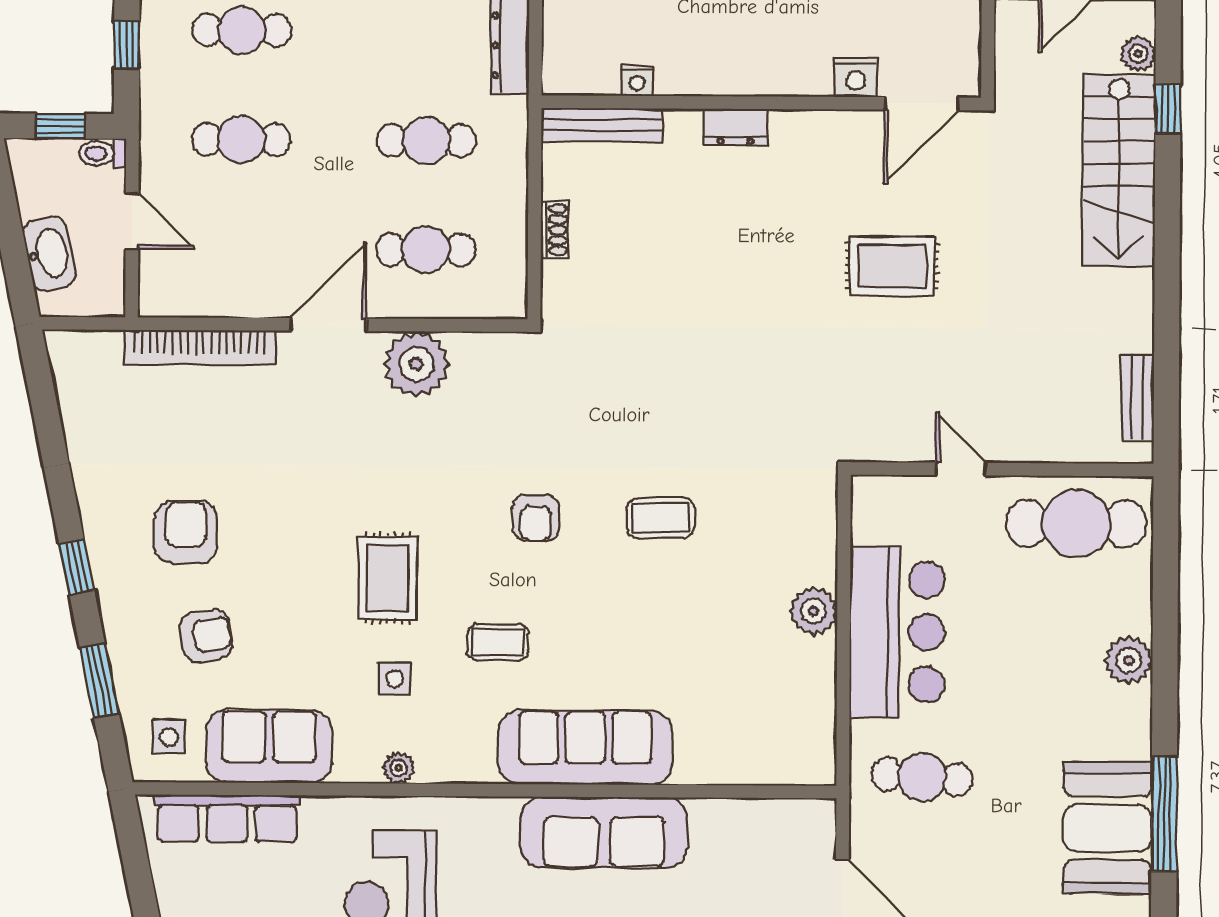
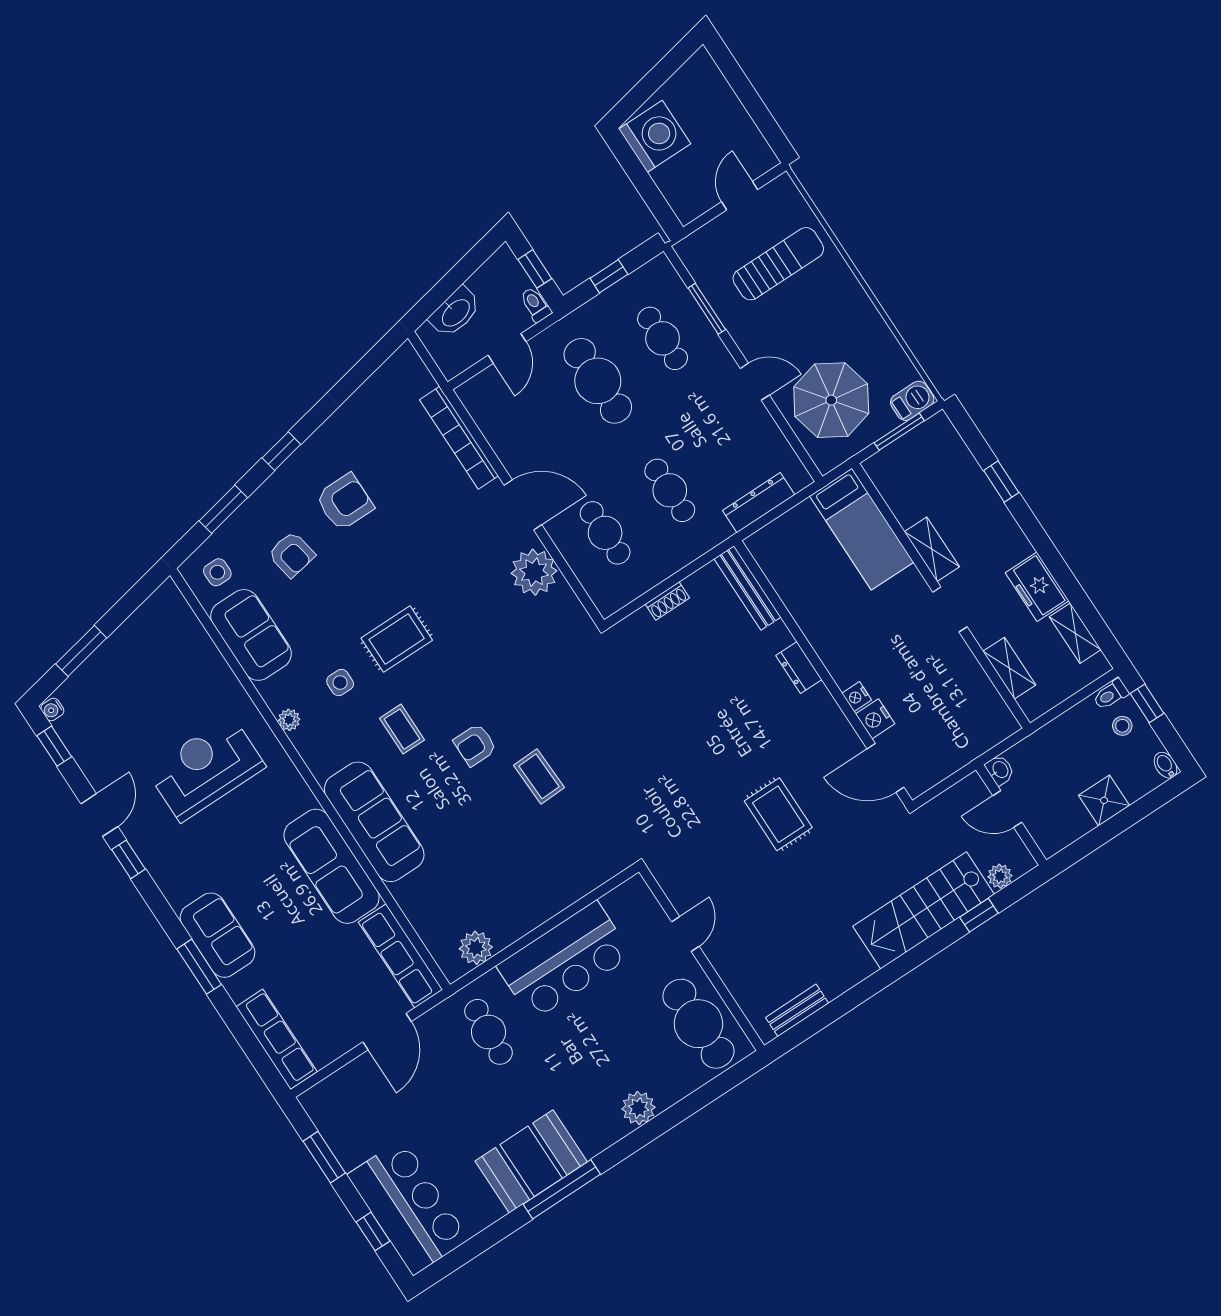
nightstand: (637, 81) -> (857, 697), moved
cafe table: (241, 139) -> (598, 381), width x1.37, depth x1.35
armchair: (536, 518) -> (475, 745), moved
plant: (814, 611) -> (476, 948), moved
row of seats: (227, 819) -> (400, 956), moved

